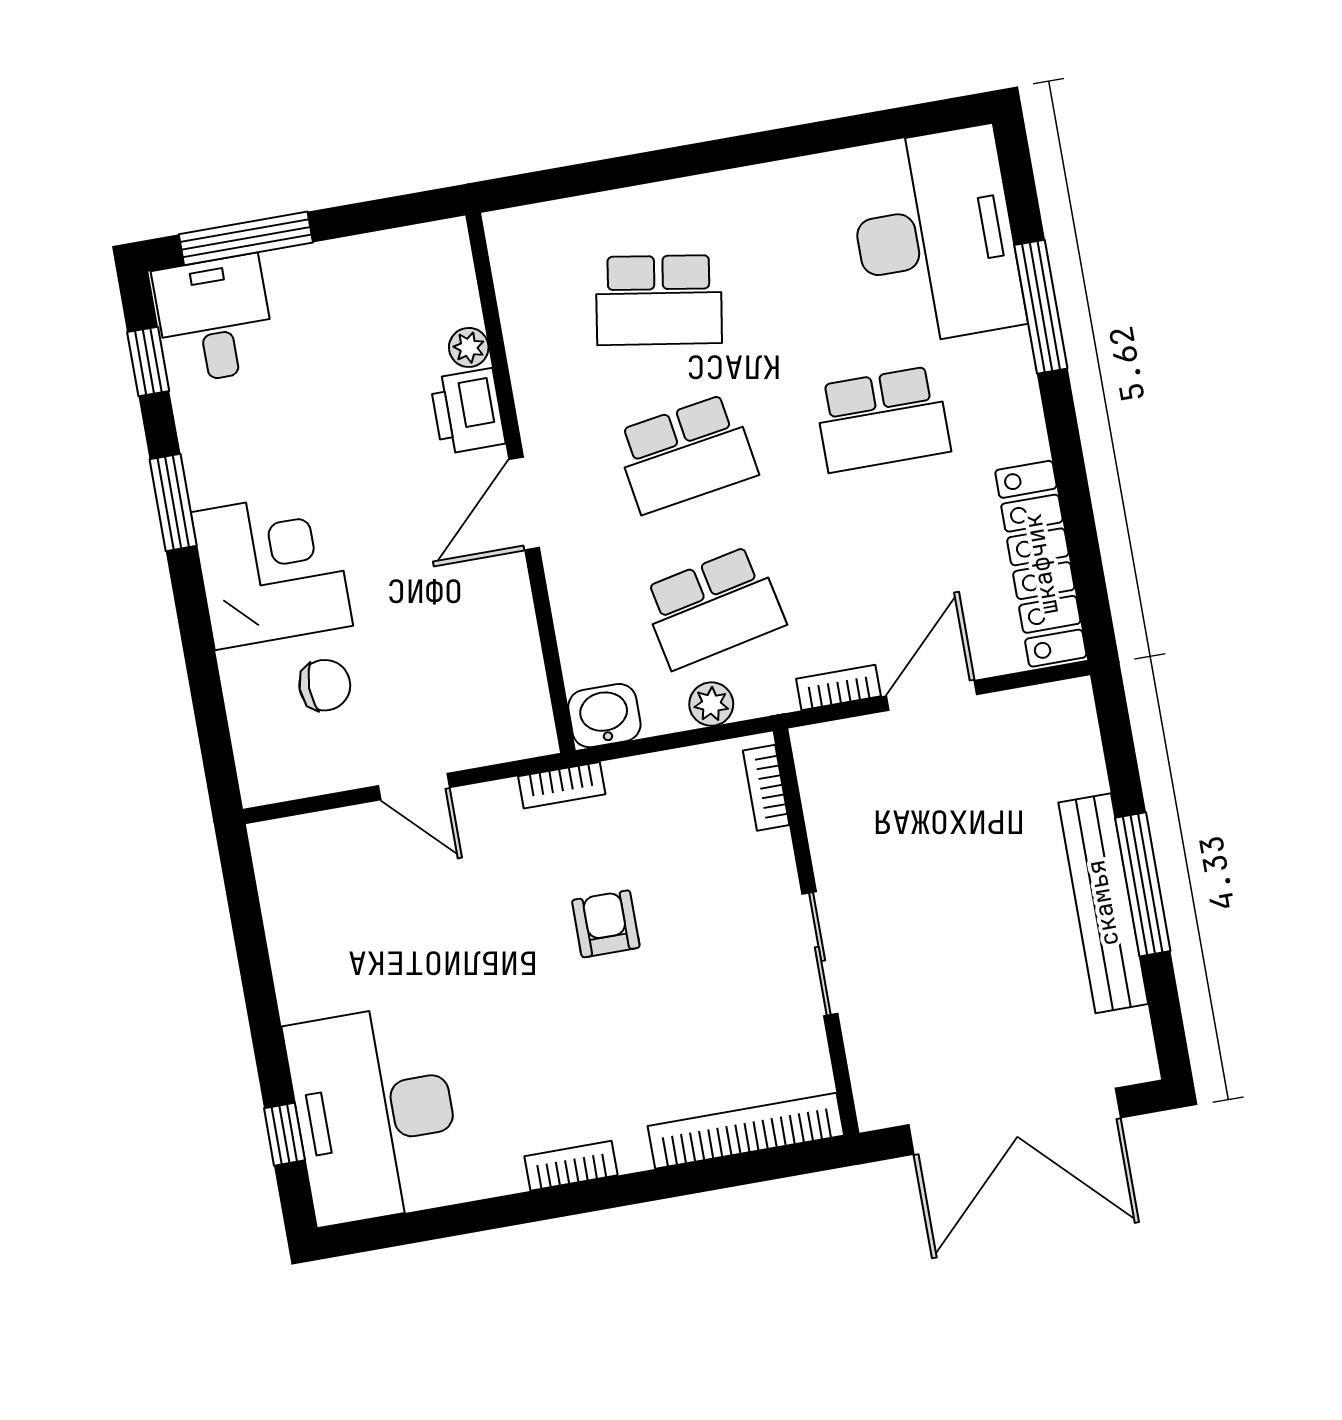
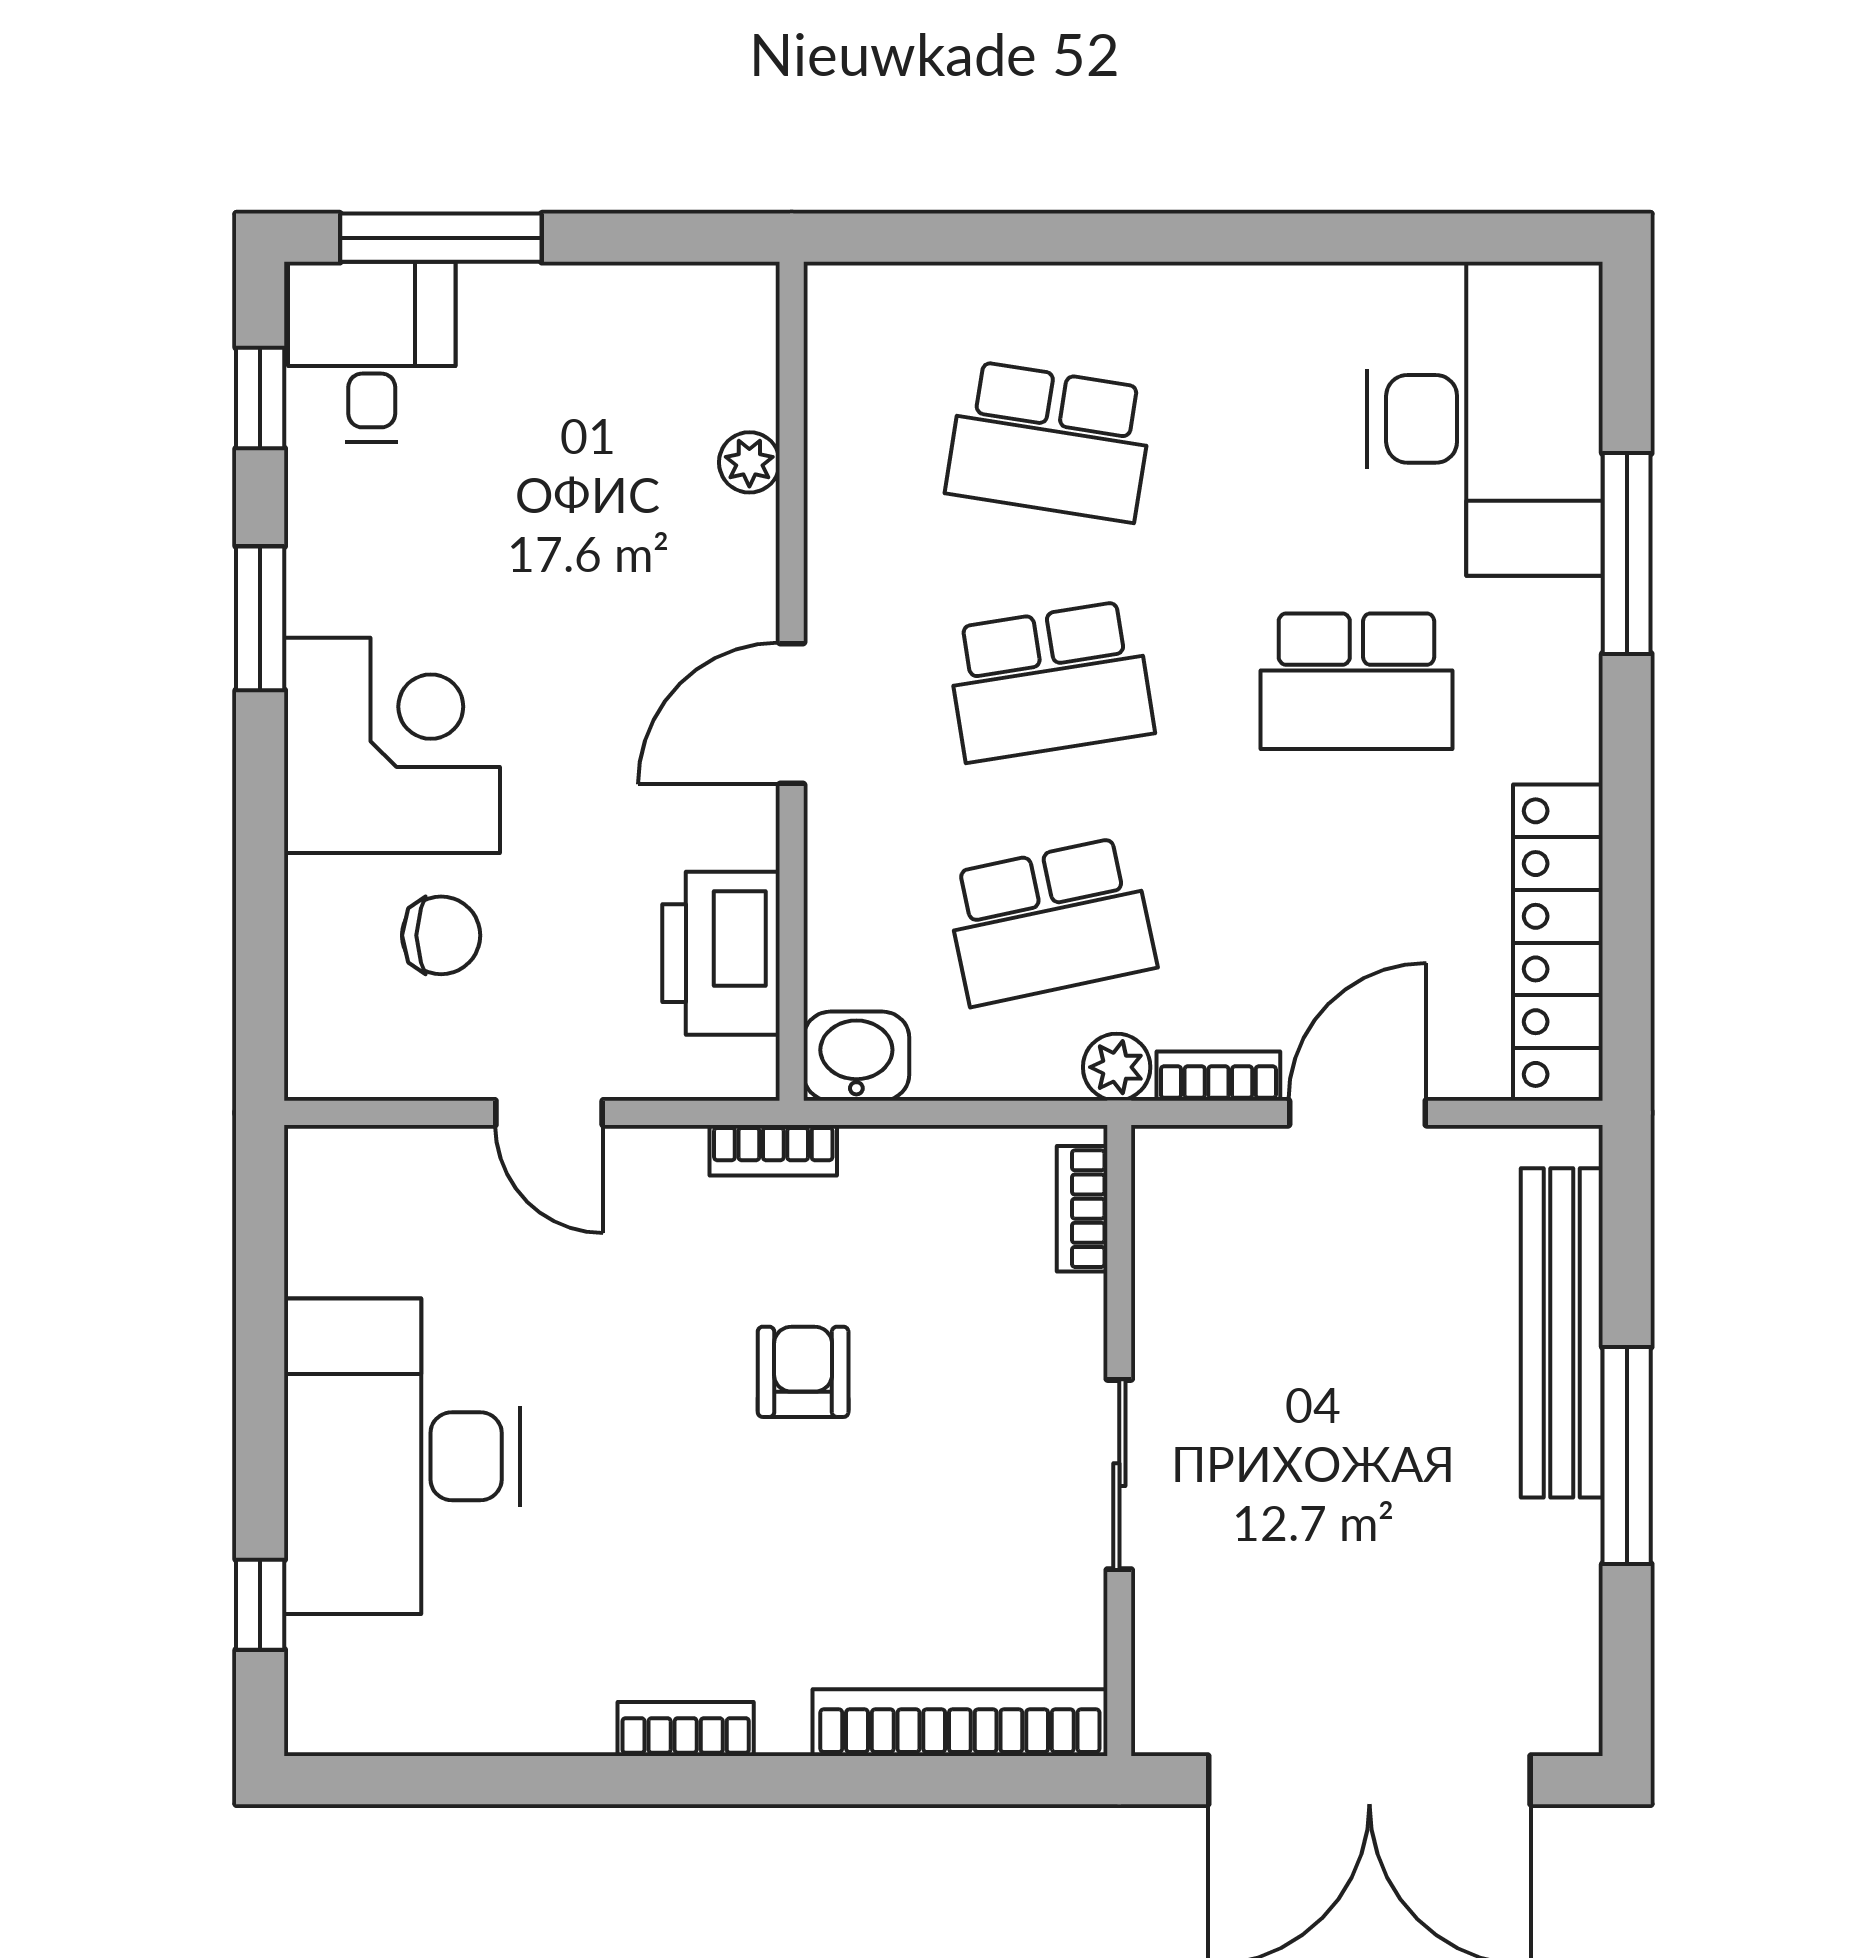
printer: (468, 411) -> (721, 953), moved, width x1.37, depth x1.19
plant: (711, 704) -> (1117, 1067), moved
bench: (1103, 903) -> (1562, 1333), moved
desk: (375, 1114) -> (402, 1456), moved

